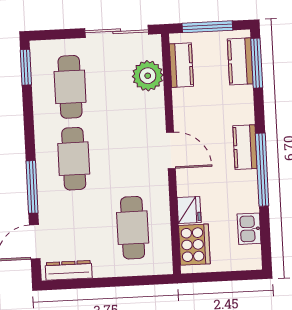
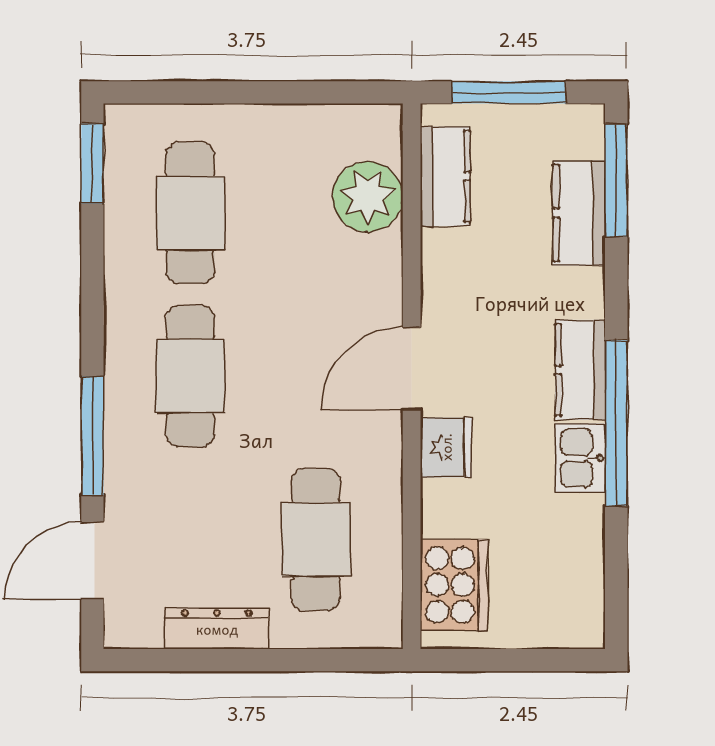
sliding door: (117, 31) -> (303, 92), removed
kitchen counter: (240, 61) -> (579, 213), moved
door: (171, 150) -> (412, 369), swing flipped
fridge: (189, 210) -> (446, 447), moved
kitchen sink: (249, 229) -> (580, 458), moved
dresser: (69, 270) -> (217, 629), moved

